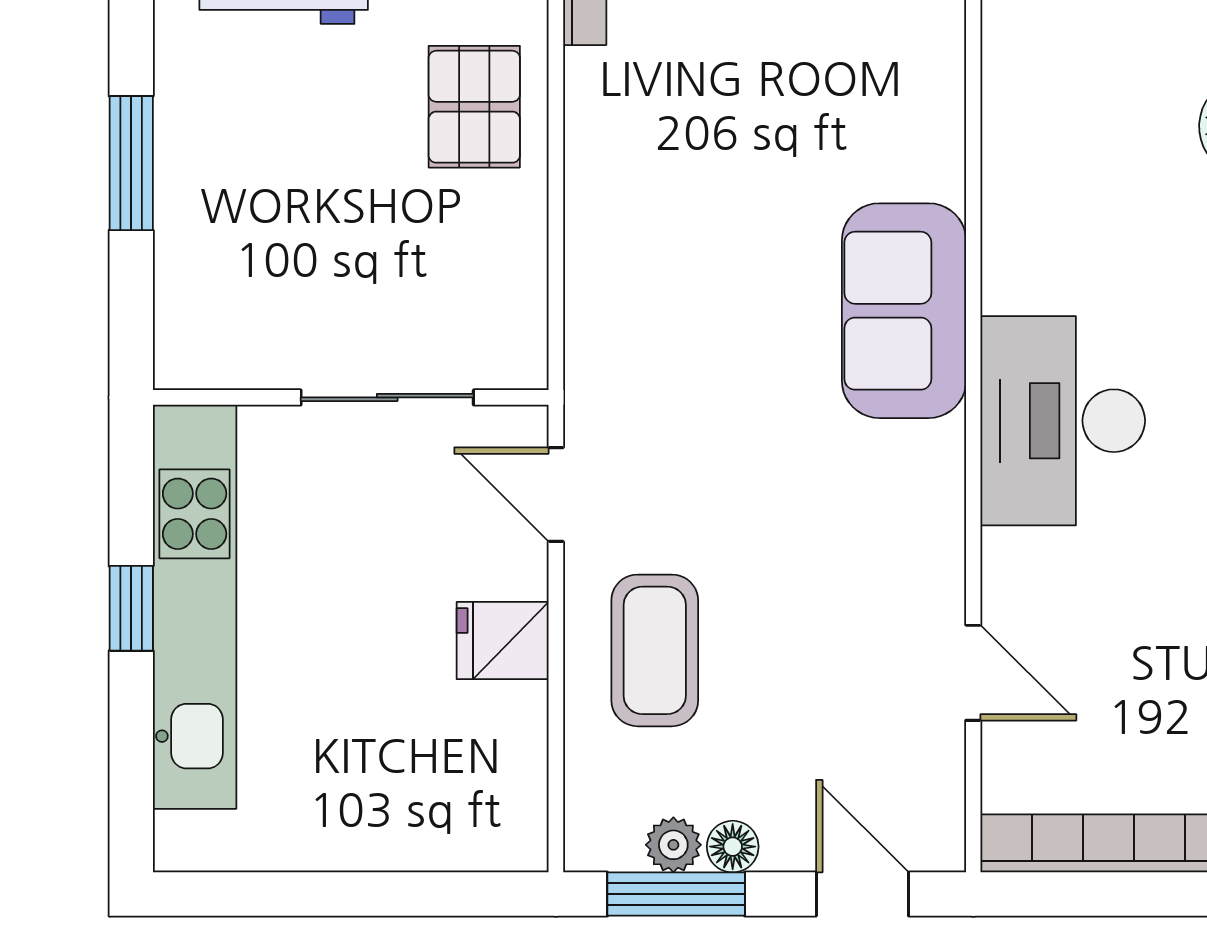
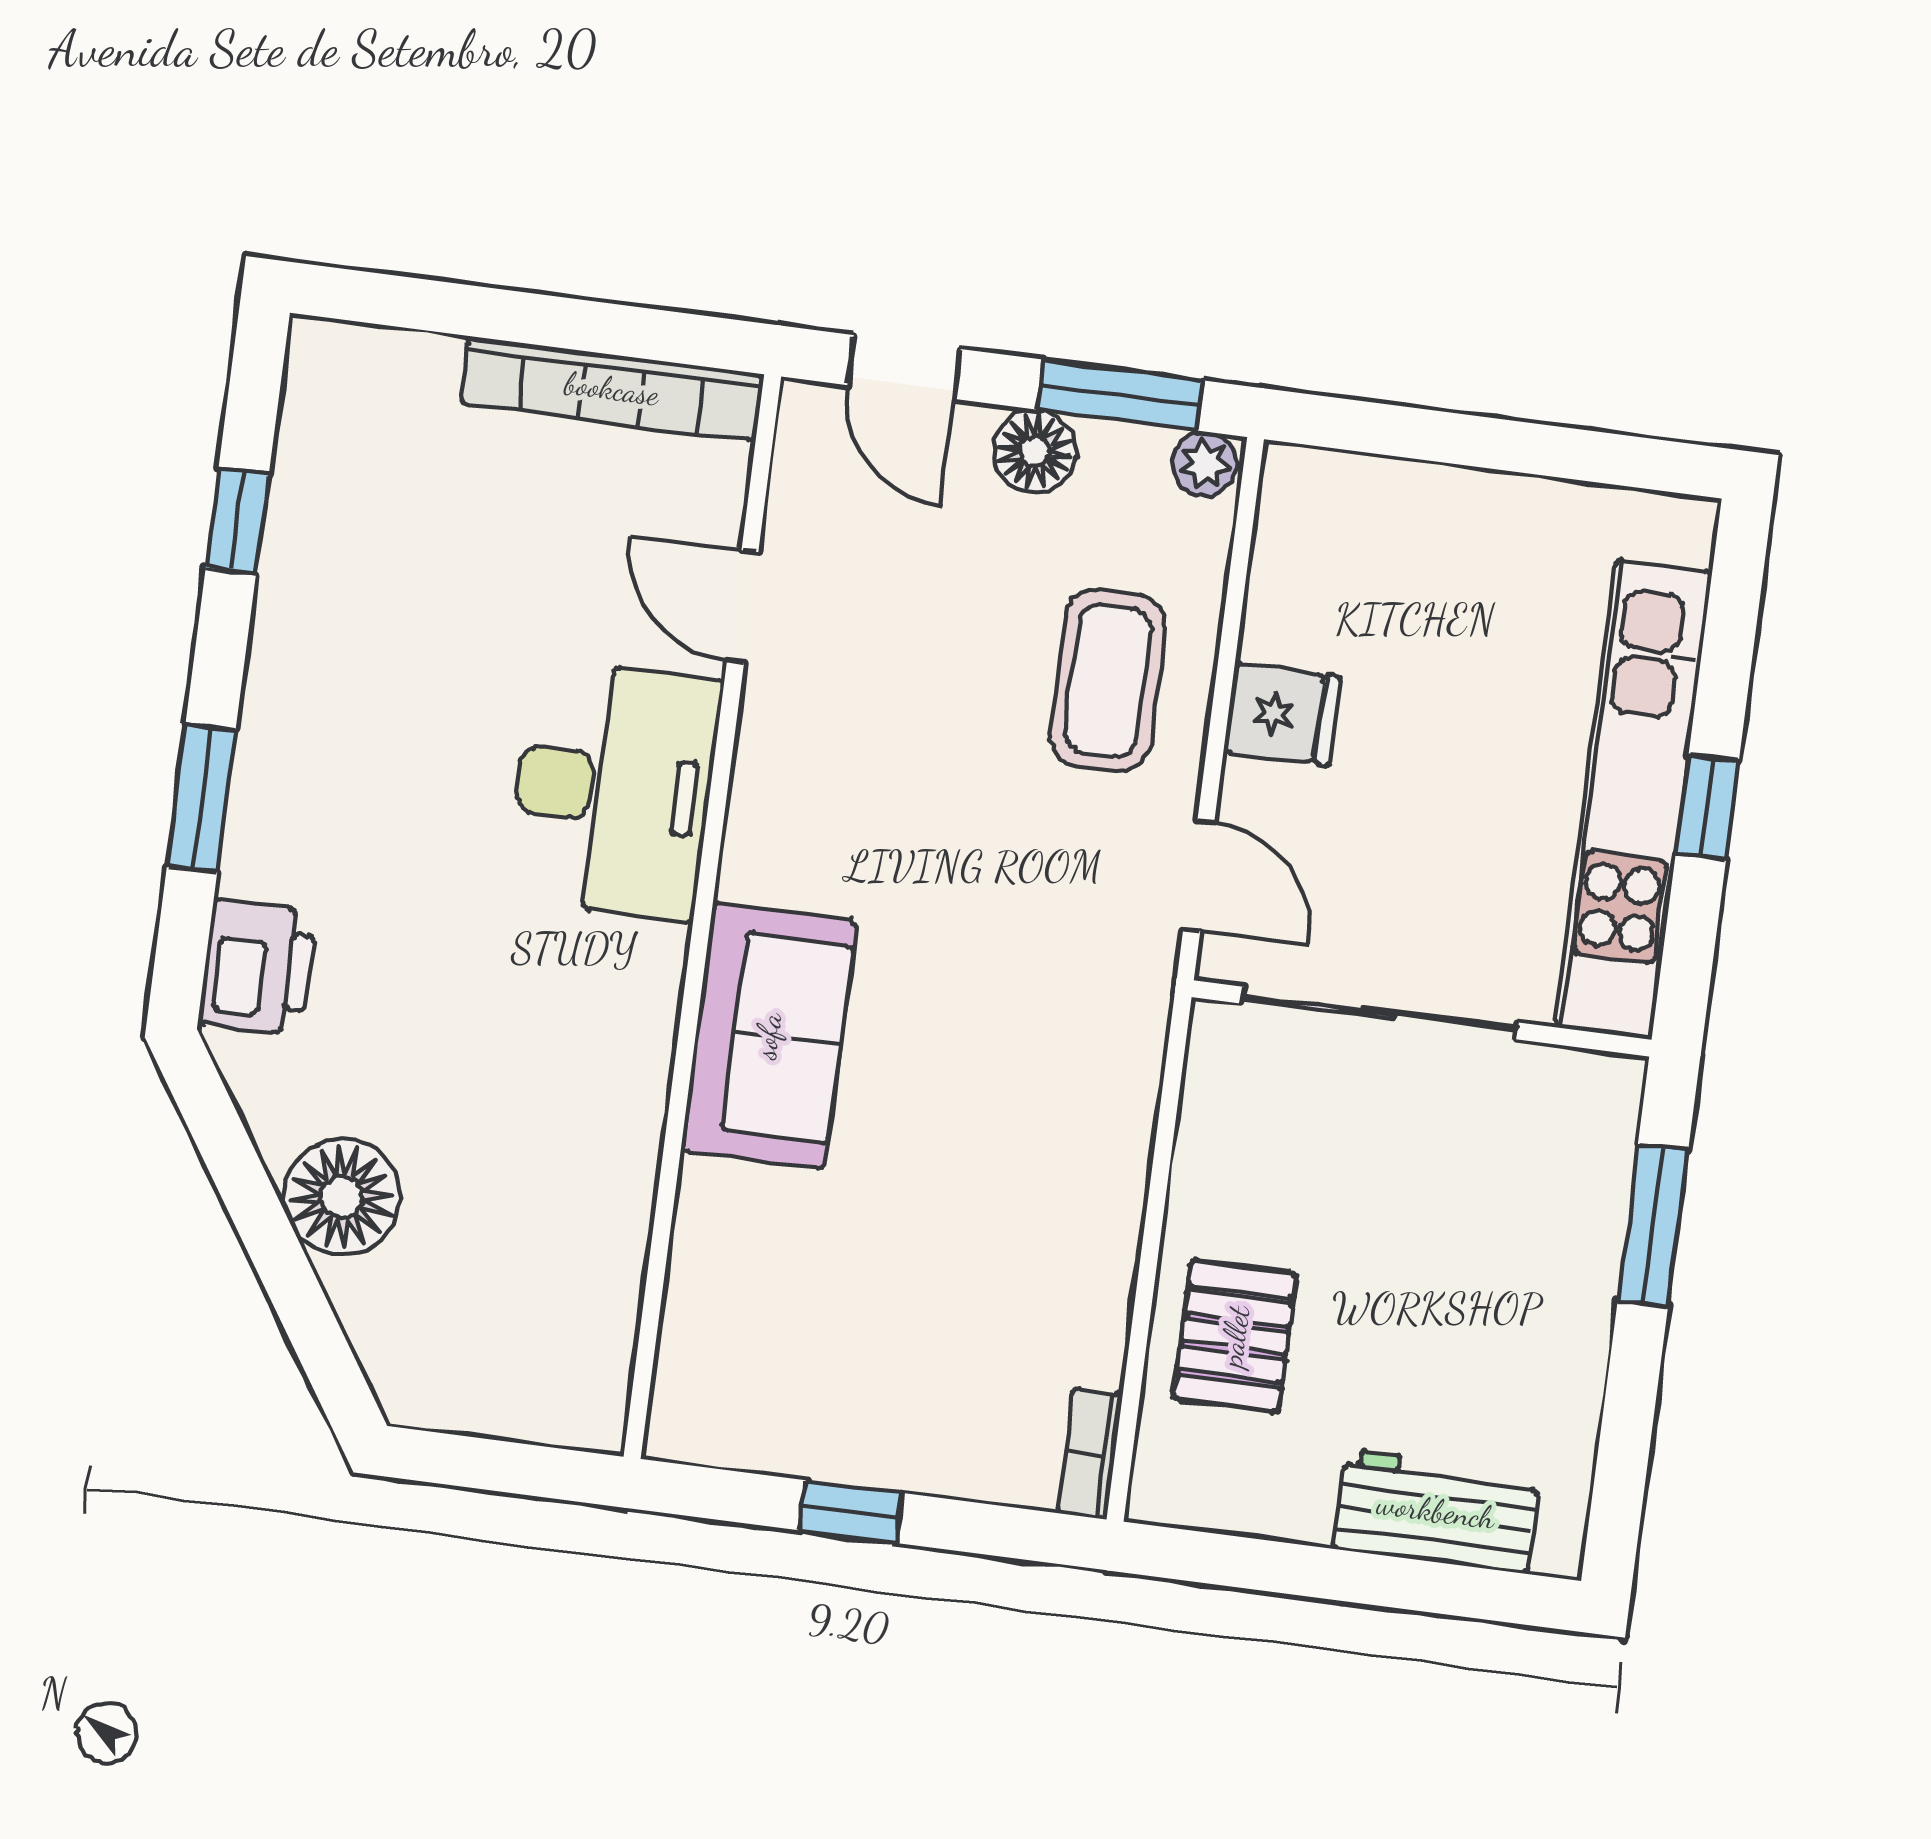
window: (131, 163) -> (1653, 1226), moved
sliding door: (387, 397) -> (1379, 1013), width x1.37
desk: (1063, 421) -> (614, 790), moved
plant: (673, 845) -> (1205, 464), moved
floor lamp: (733, 847) -> (1035, 451), width x1.37, depth x1.37

